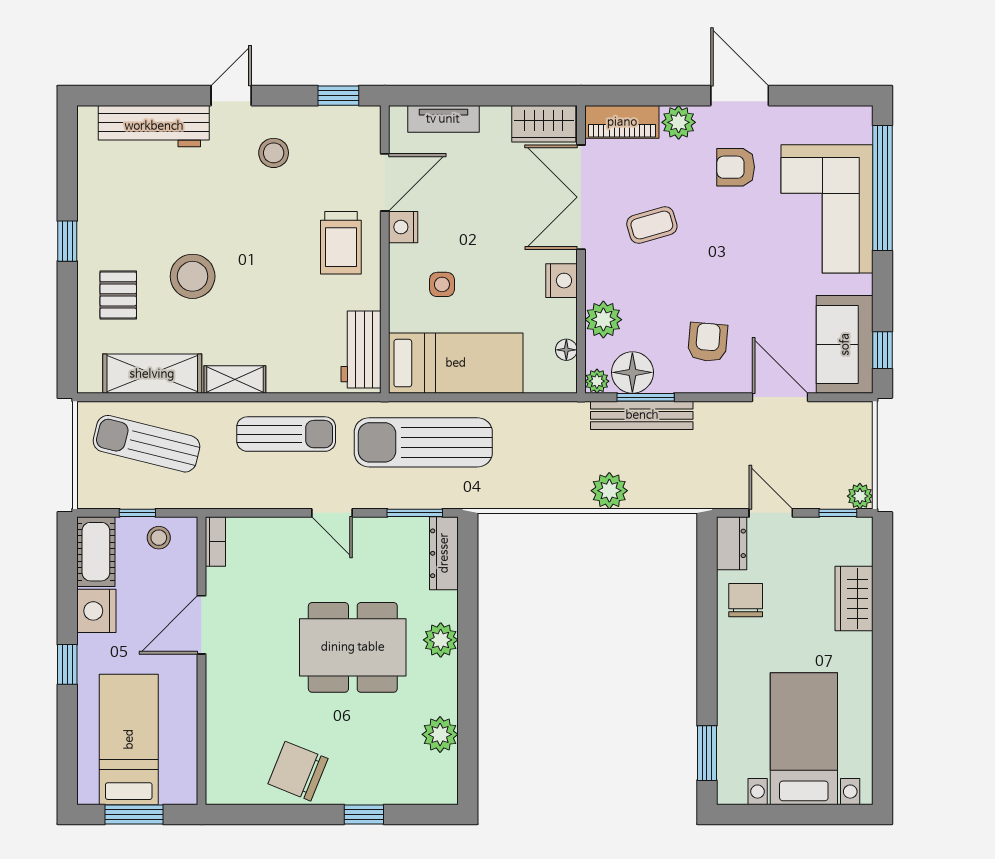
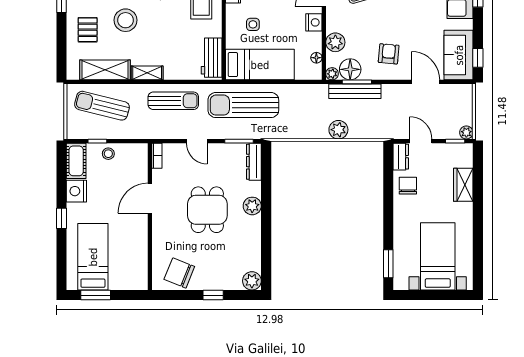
bookcase: (215, 542) -> (157, 156), moved
door: (202, 625) -> (150, 198), moved
dining table: (353, 647) -> (207, 210), width x0.73
wall: (202, 661) -> (150, 217), moved
plant: (440, 734) -> (252, 281), moved

